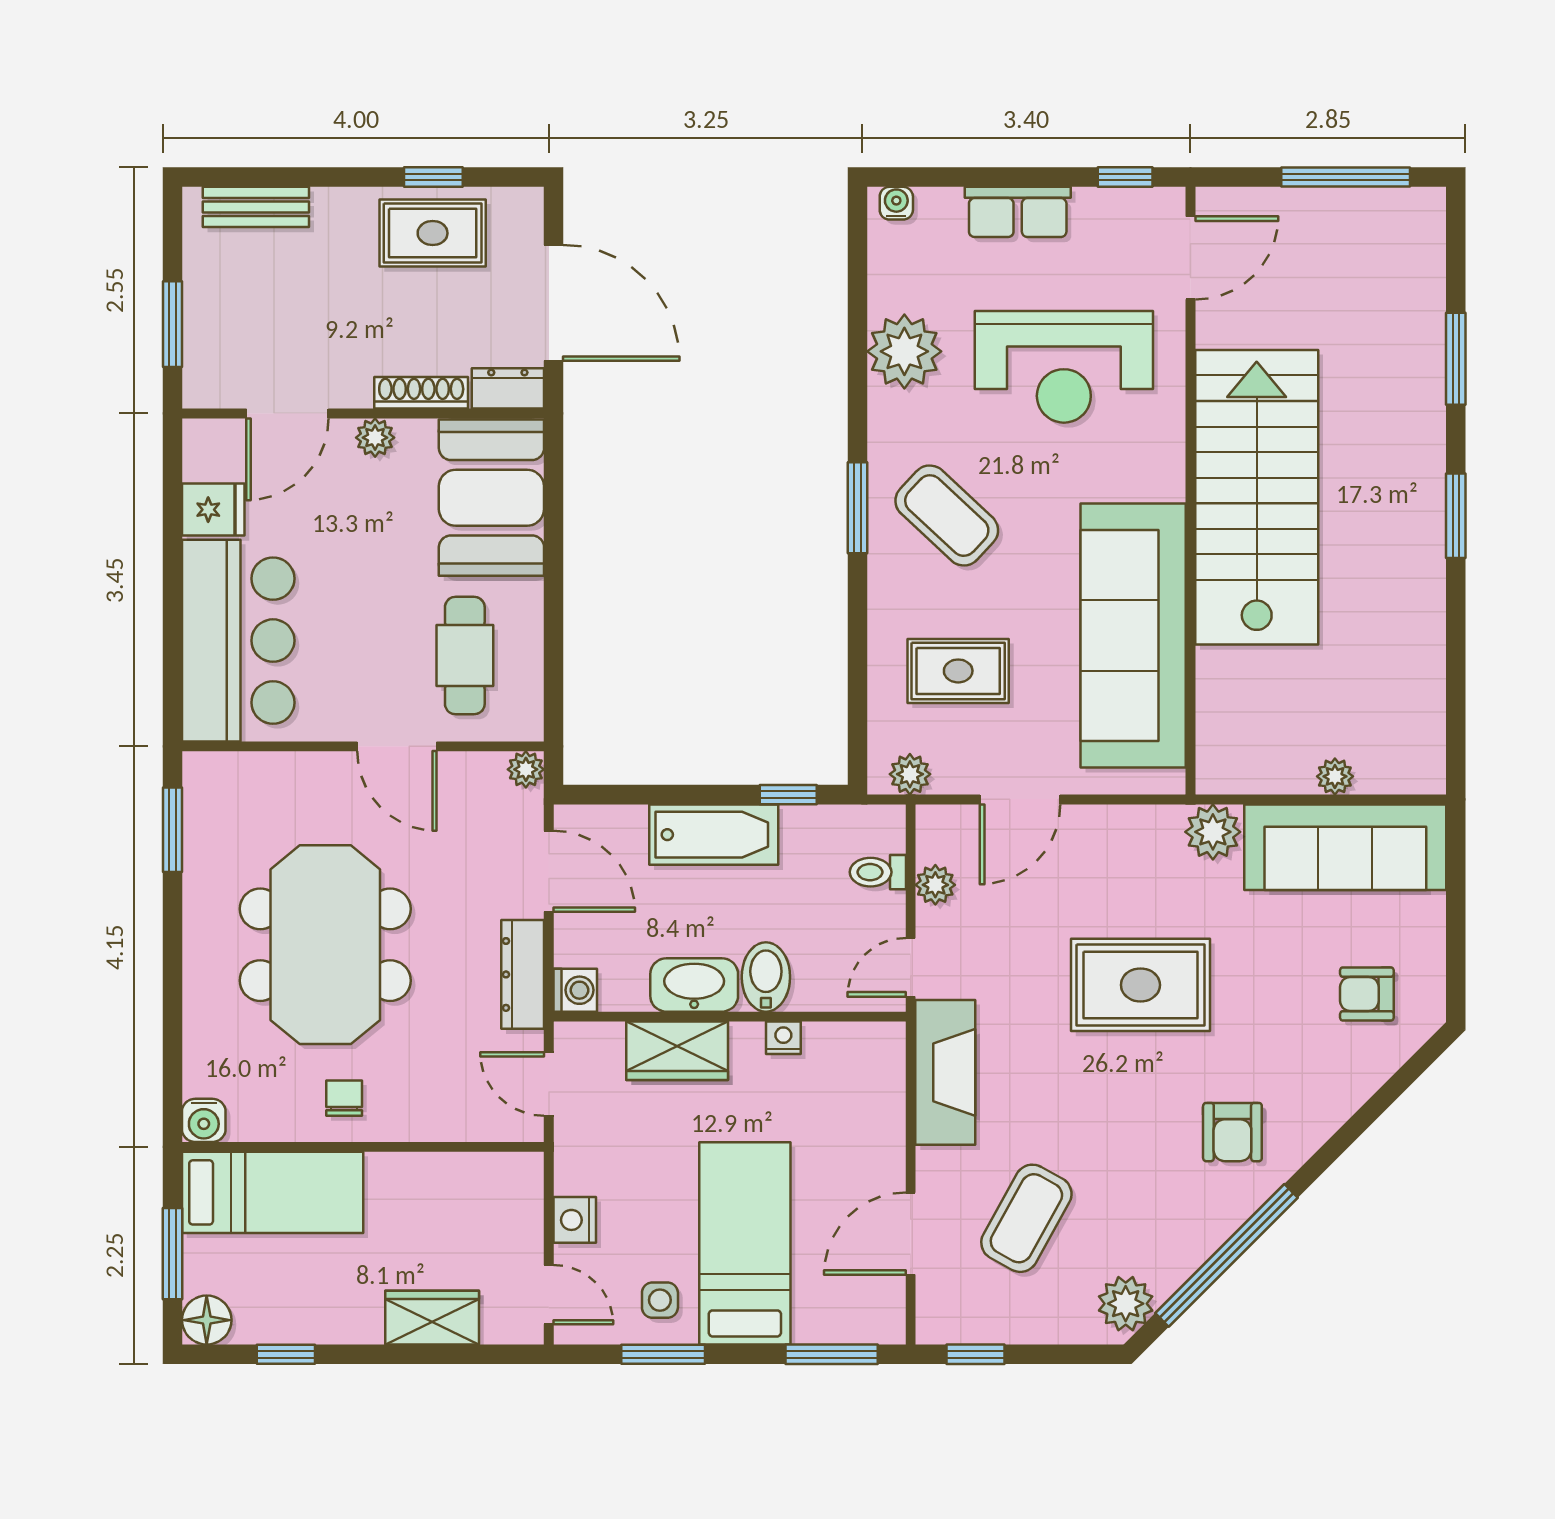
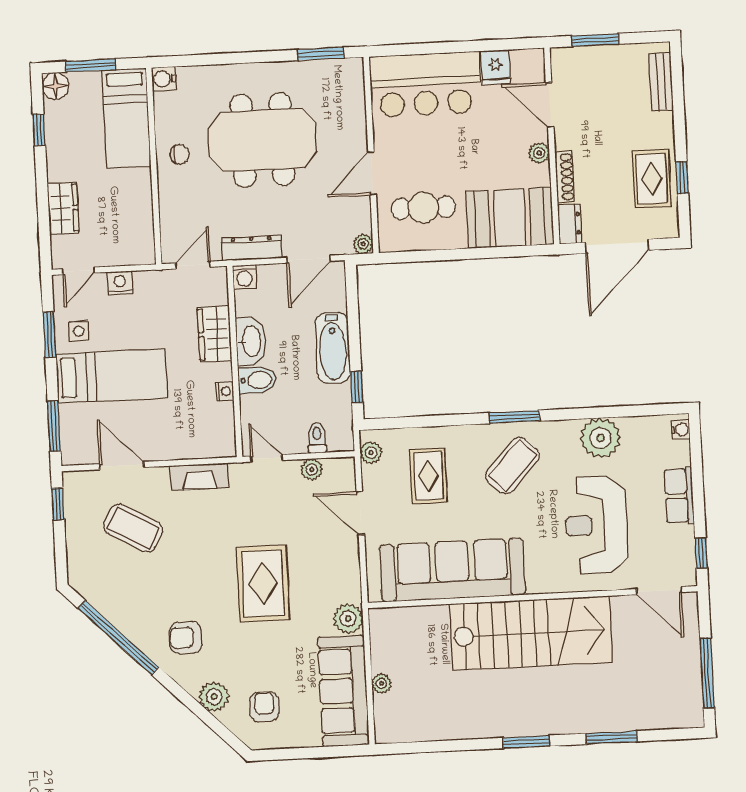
fireplace: (945, 1072) -> (199, 477), width x0.73, depth x0.76
plant: (1126, 1304) -> (214, 697), moved

